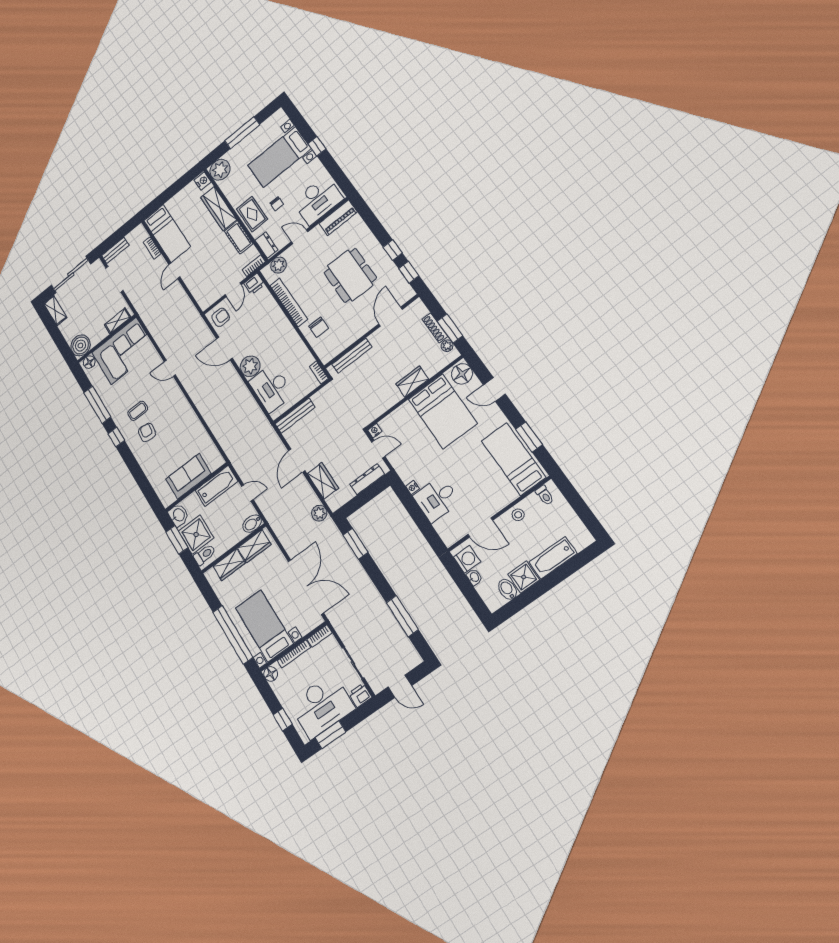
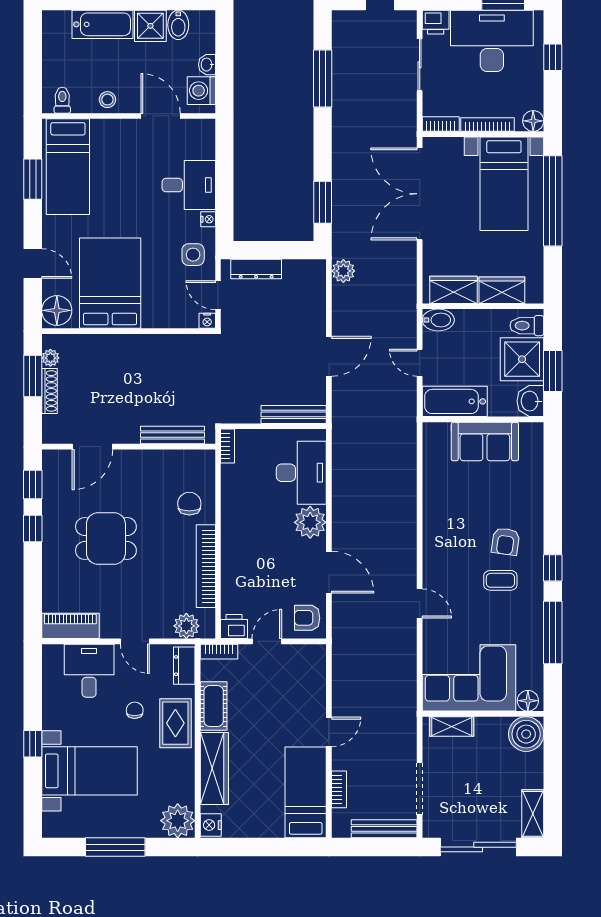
desk: (318, 200) -> (89, 671), width x0.73
bench: (115, 250) -> (384, 829), width x1.36
dining table: (350, 275) -> (106, 539), width x0.73
wardrobe: (412, 382) -> (121, 346), removed
side table: (407, 461) -> (193, 255), added
wardrobe: (323, 481) -> (313, 307), removed

